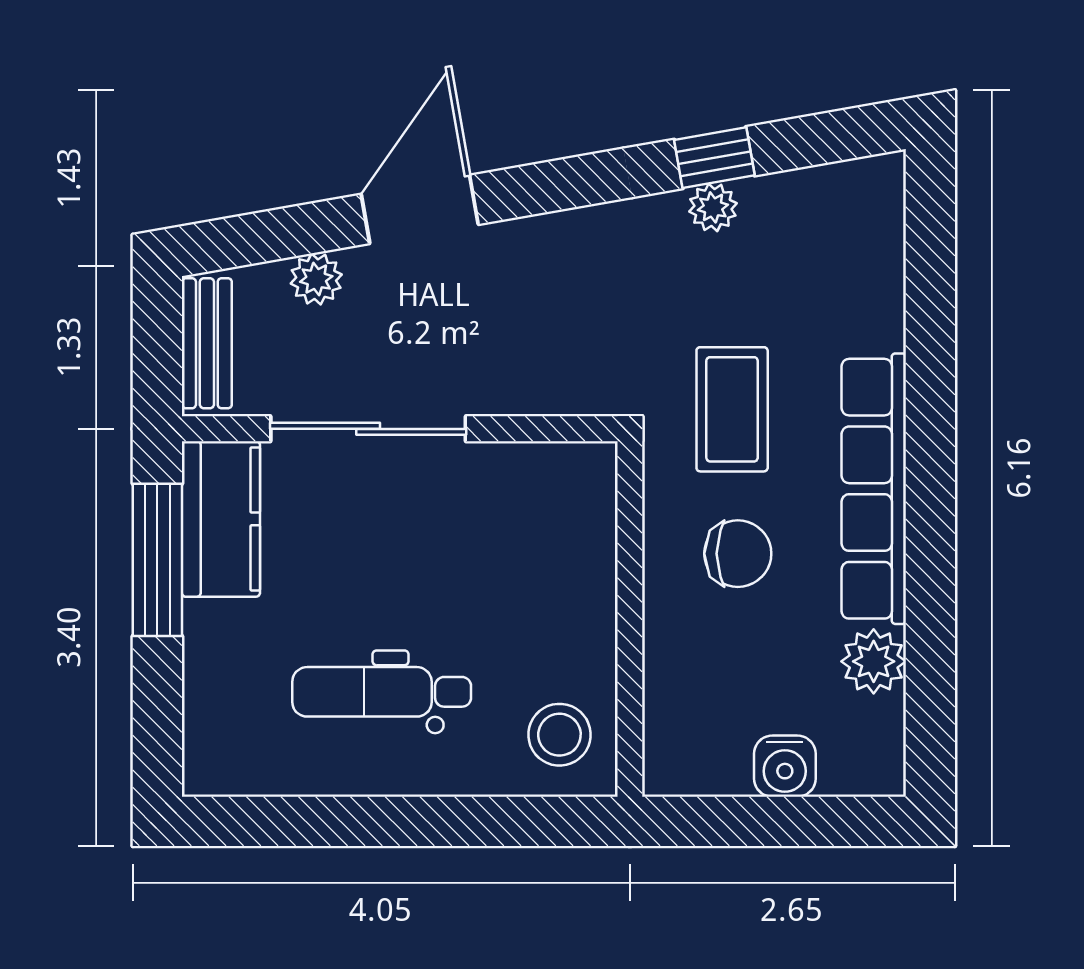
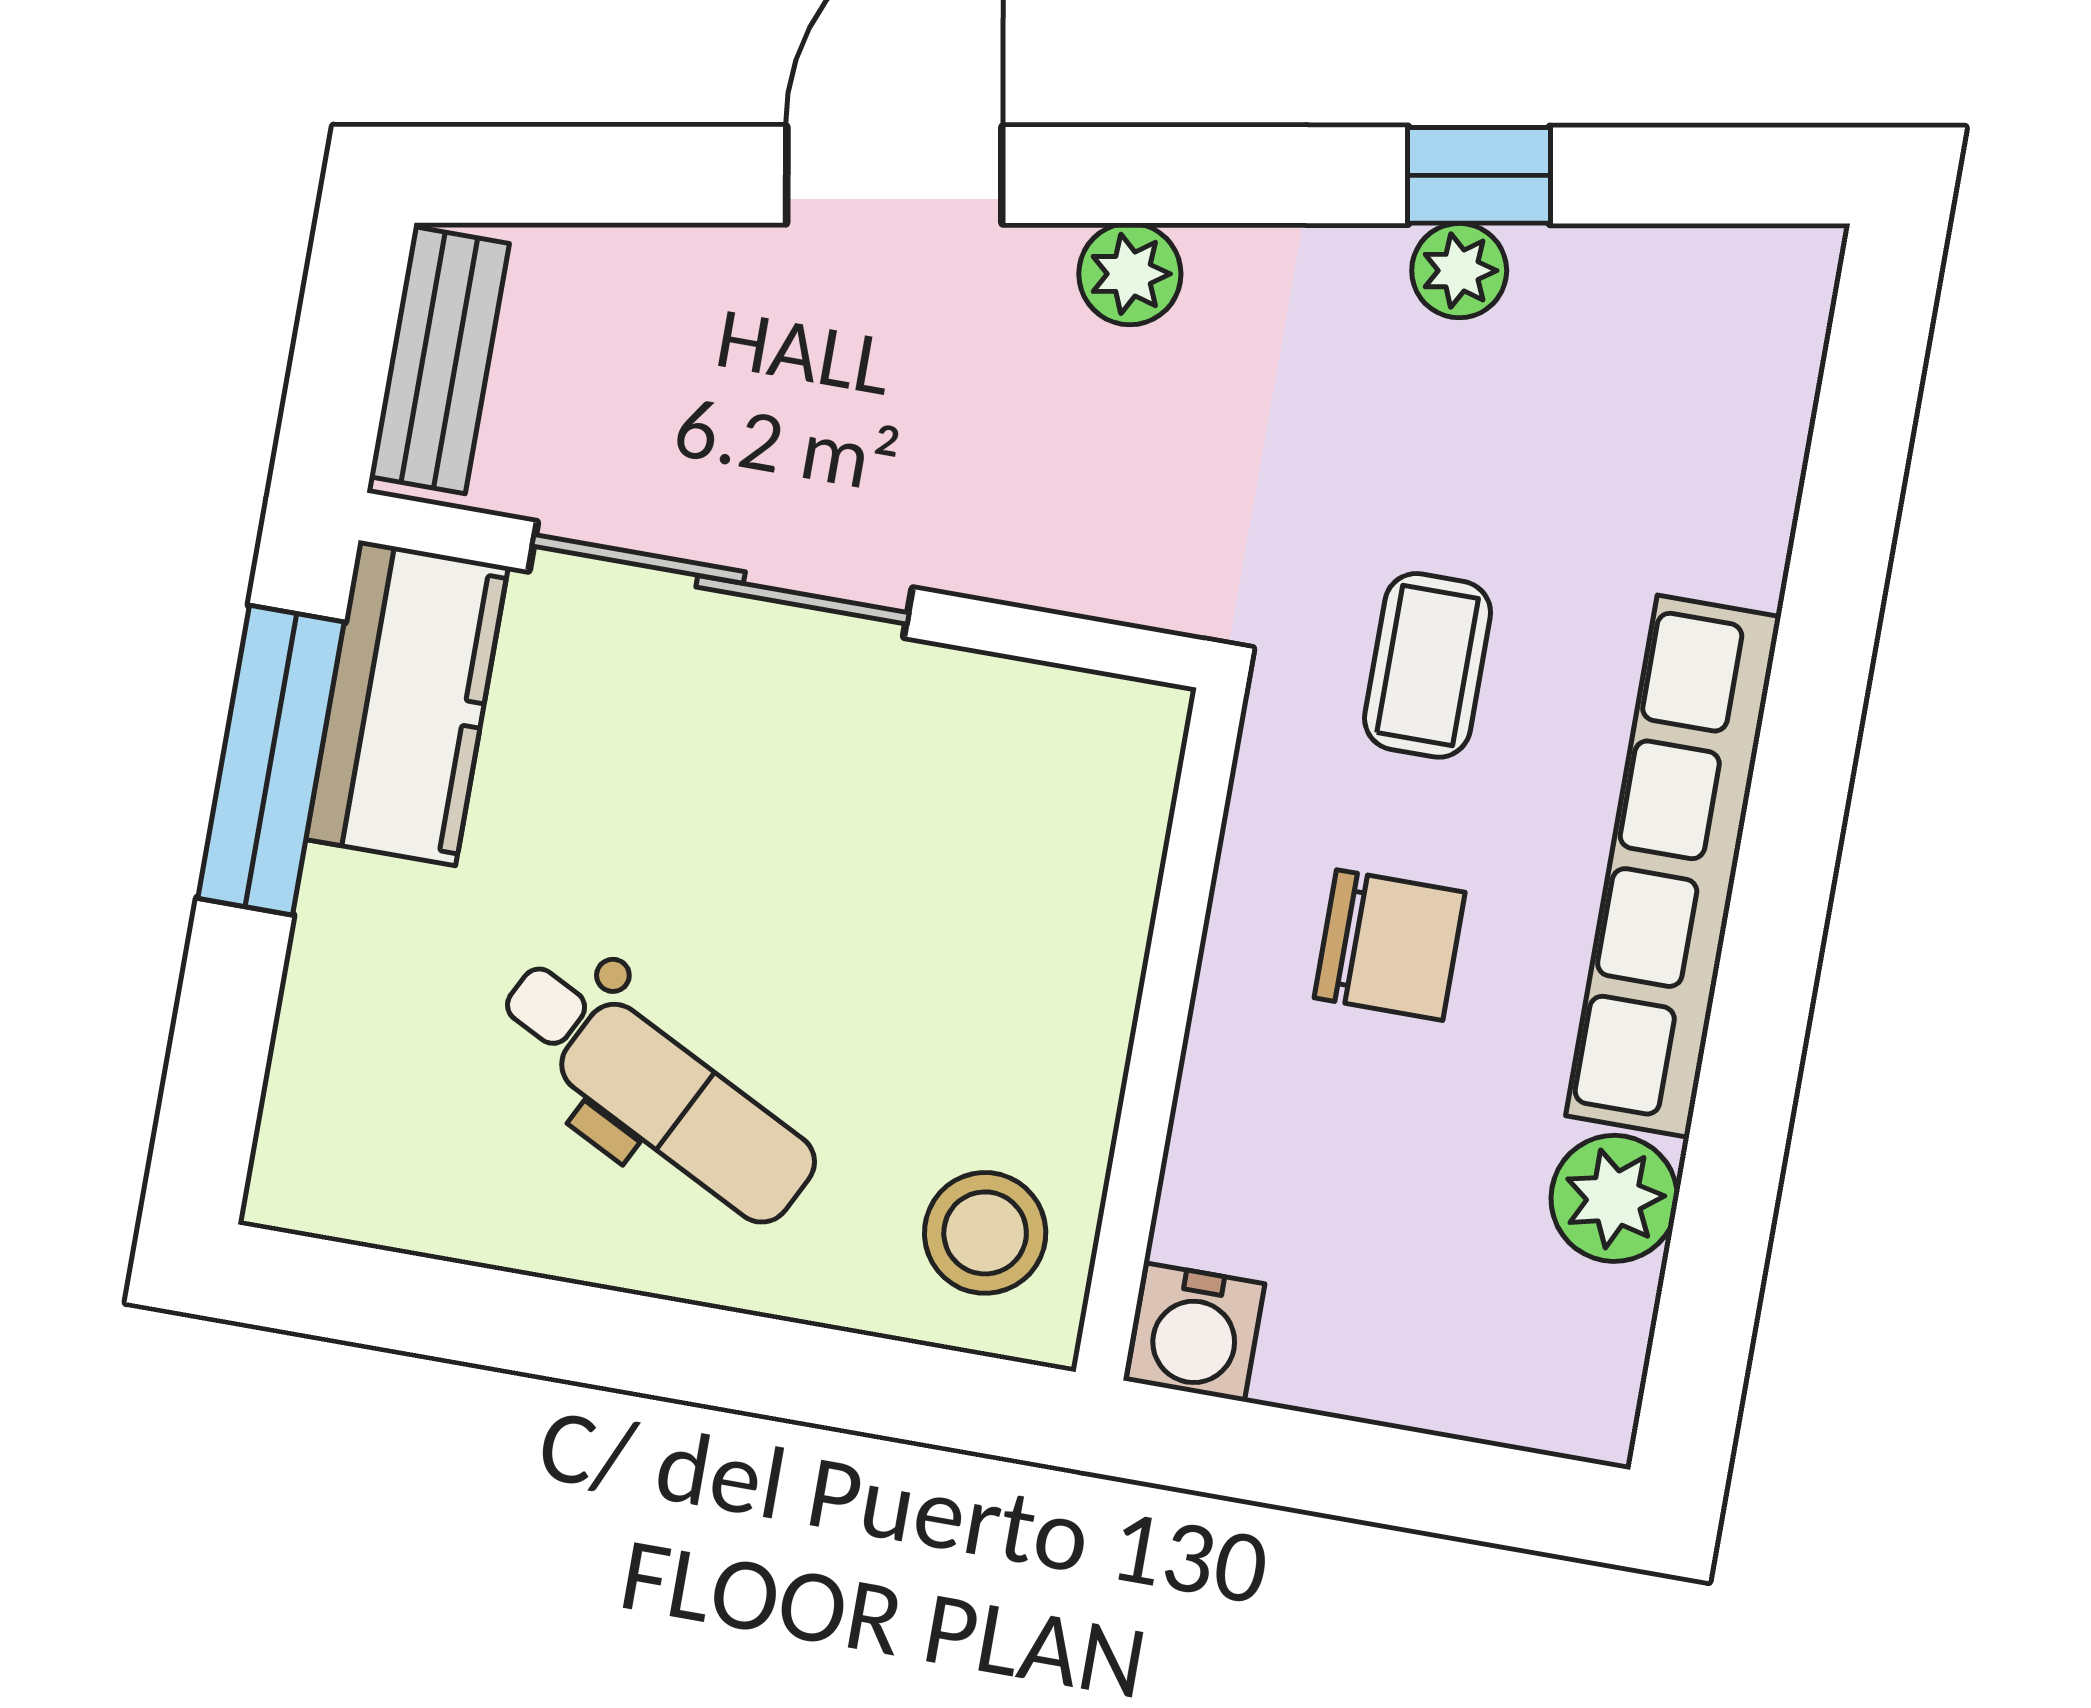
plant: (316, 279) -> (1130, 274), moved
coffee table: (732, 409) -> (1428, 665), width x0.73, depth x0.77
dental chair: (382, 692) -> (657, 1090), turned -153
water cooler: (785, 766) -> (1195, 1332), moved

